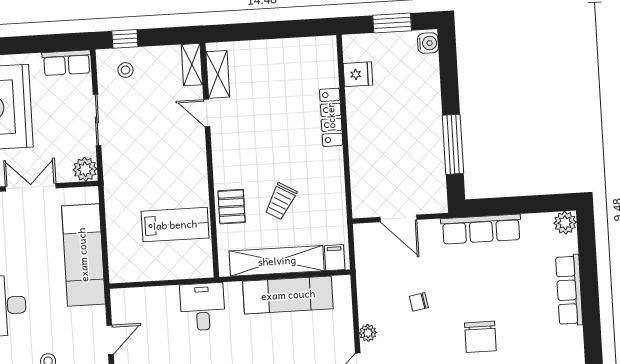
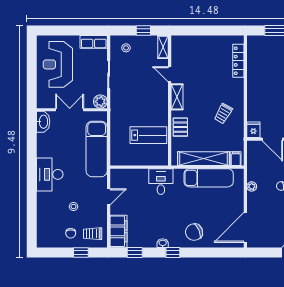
window: (125, 39) -> (143, 31), moved
shelving: (218, 74) -> (177, 97), moved
fridge: (358, 74) -> (253, 130), moved, turned -90
locker: (331, 117) -> (238, 61), moved
trolley: (281, 201) -> (223, 113), moved
plant: (368, 333) -> (252, 186), moved

